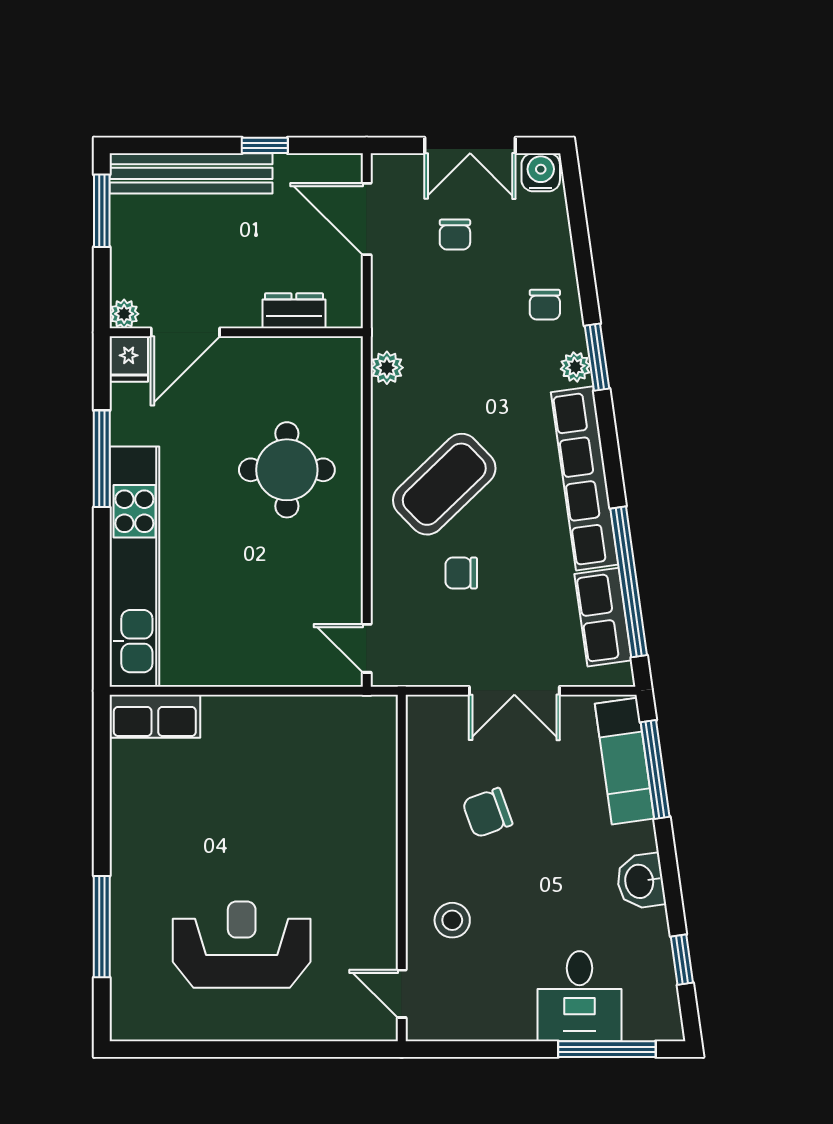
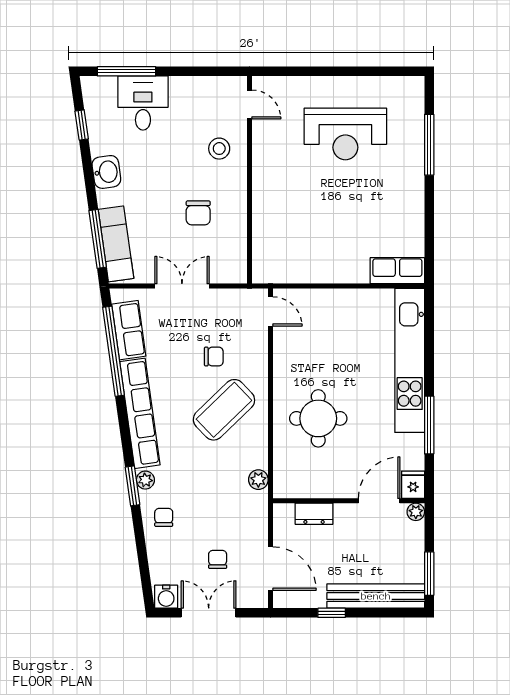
chair: (487, 813) -> (198, 213), turned 110

